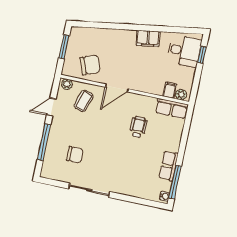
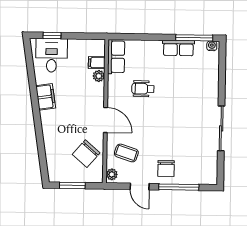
chair: (90, 65) -> (86, 154), turned -117
plant: (181, 95) -> (99, 76), moved
chair: (75, 155) -> (166, 168), moved, turned 180

